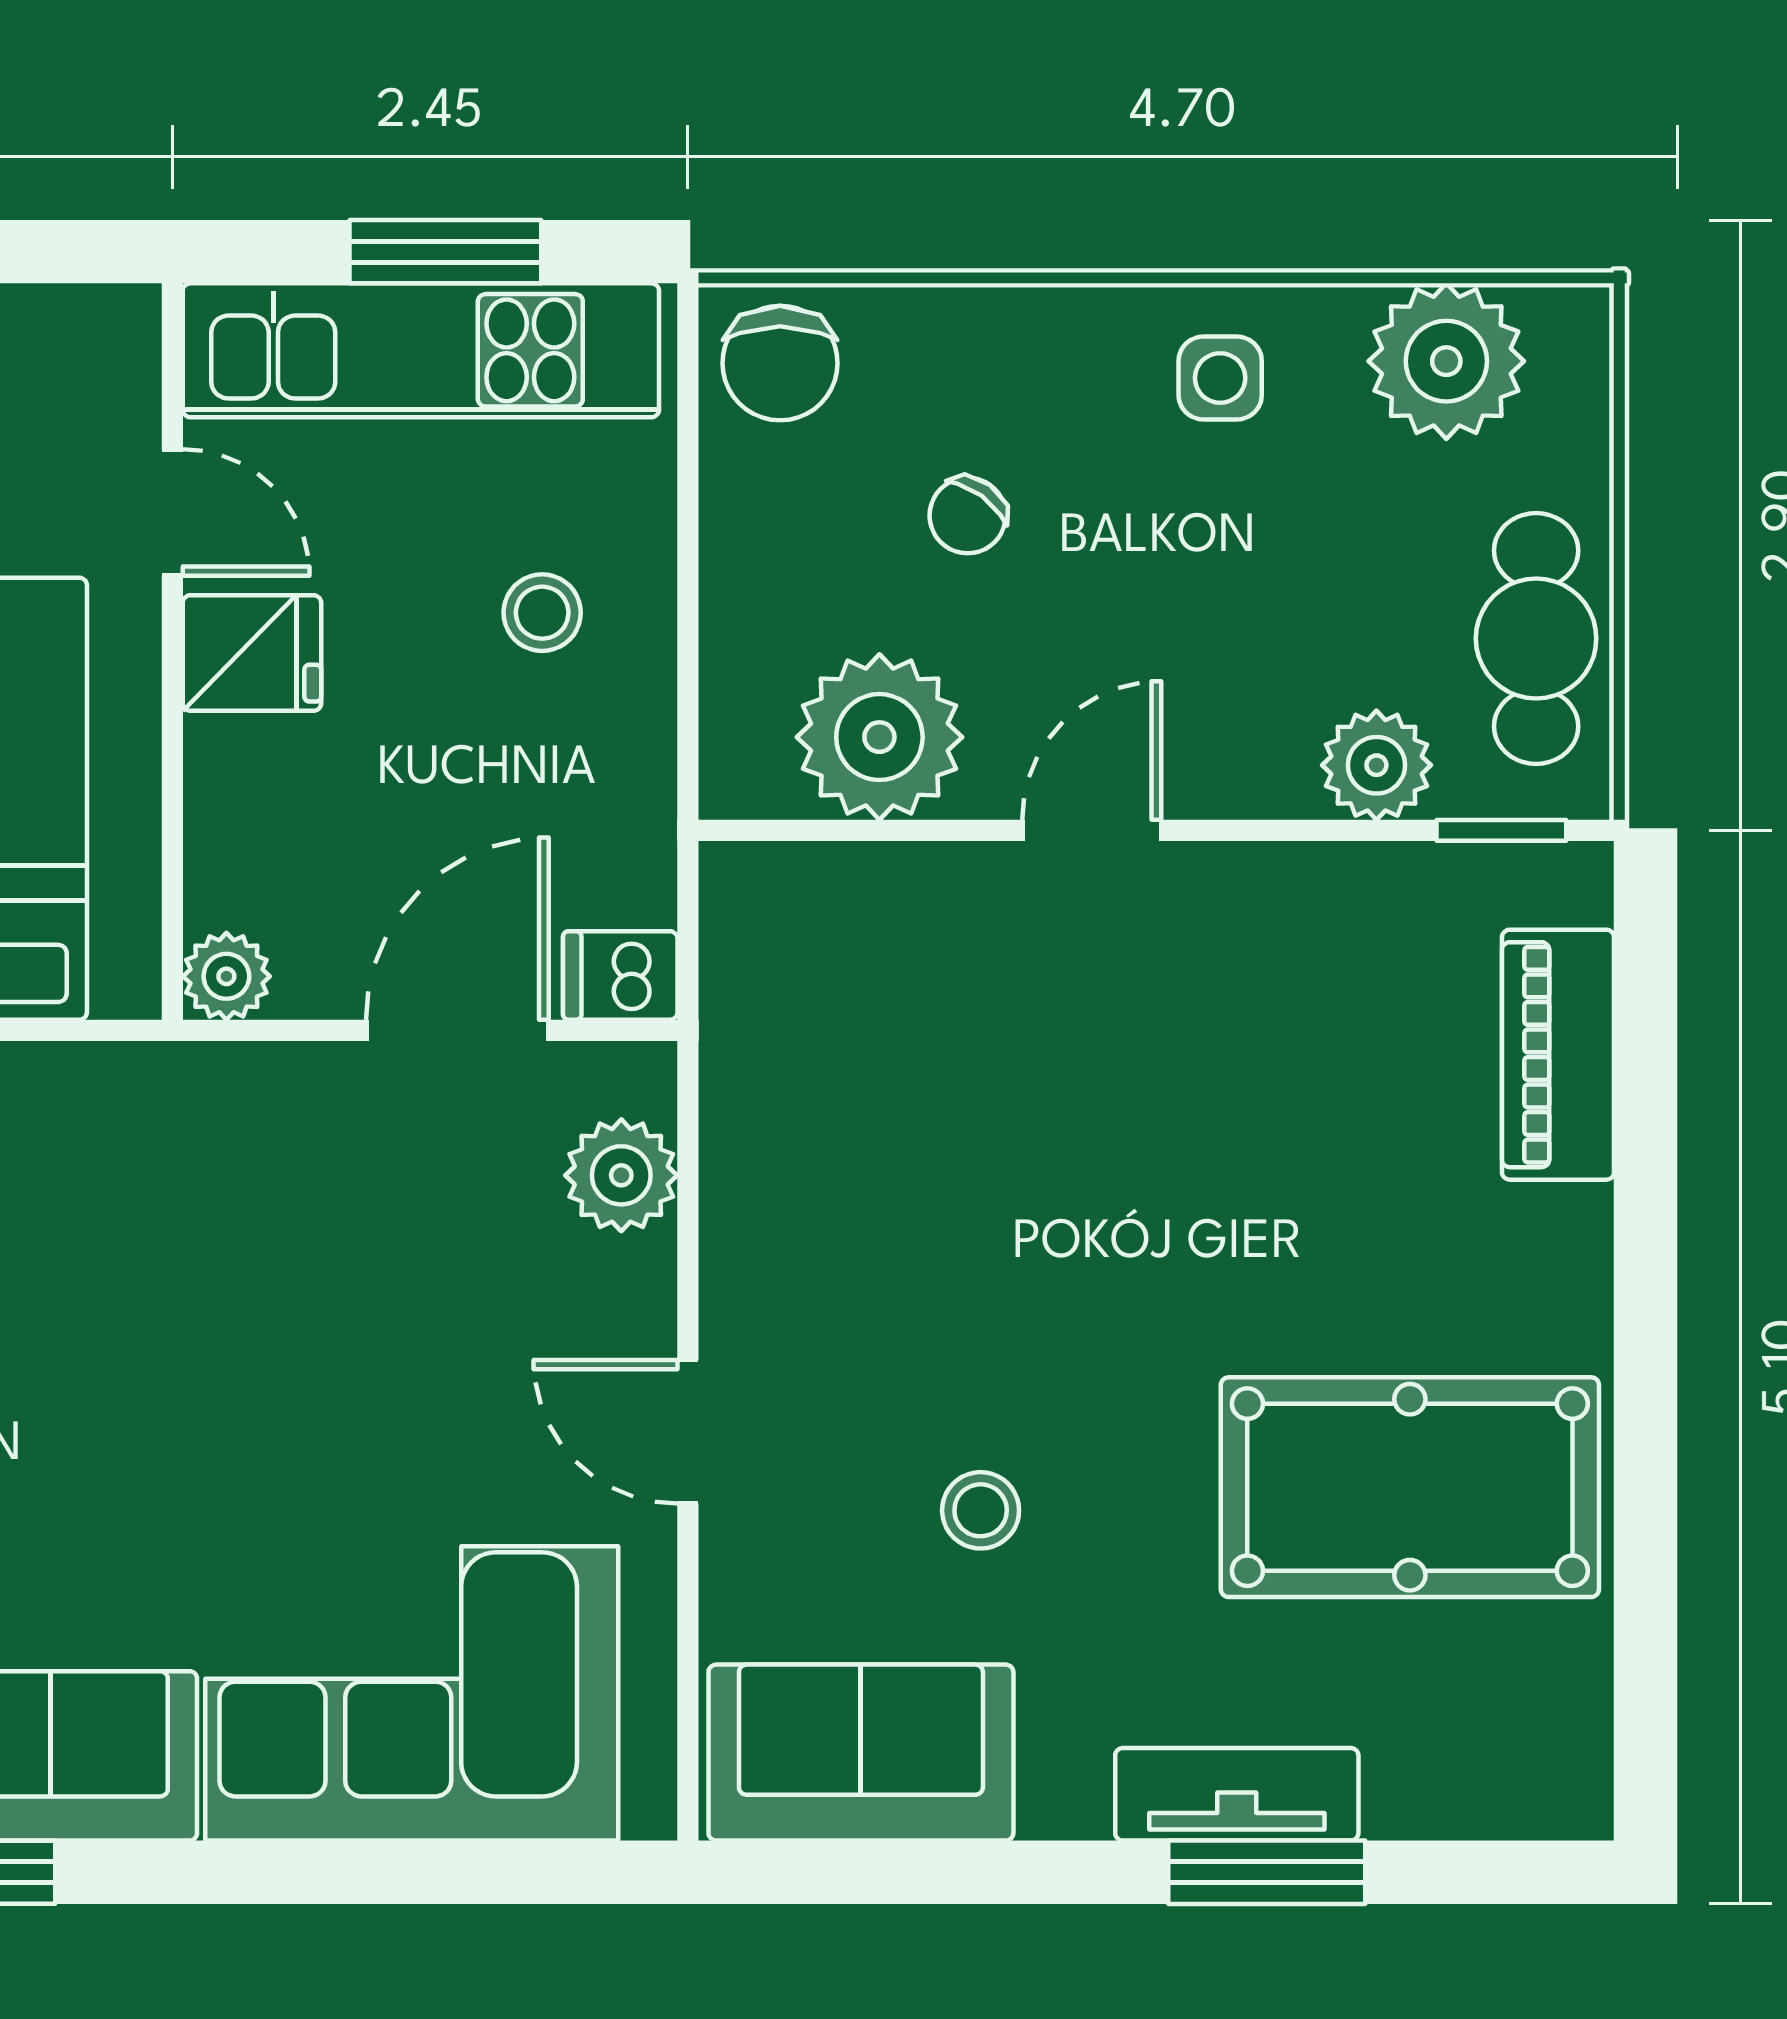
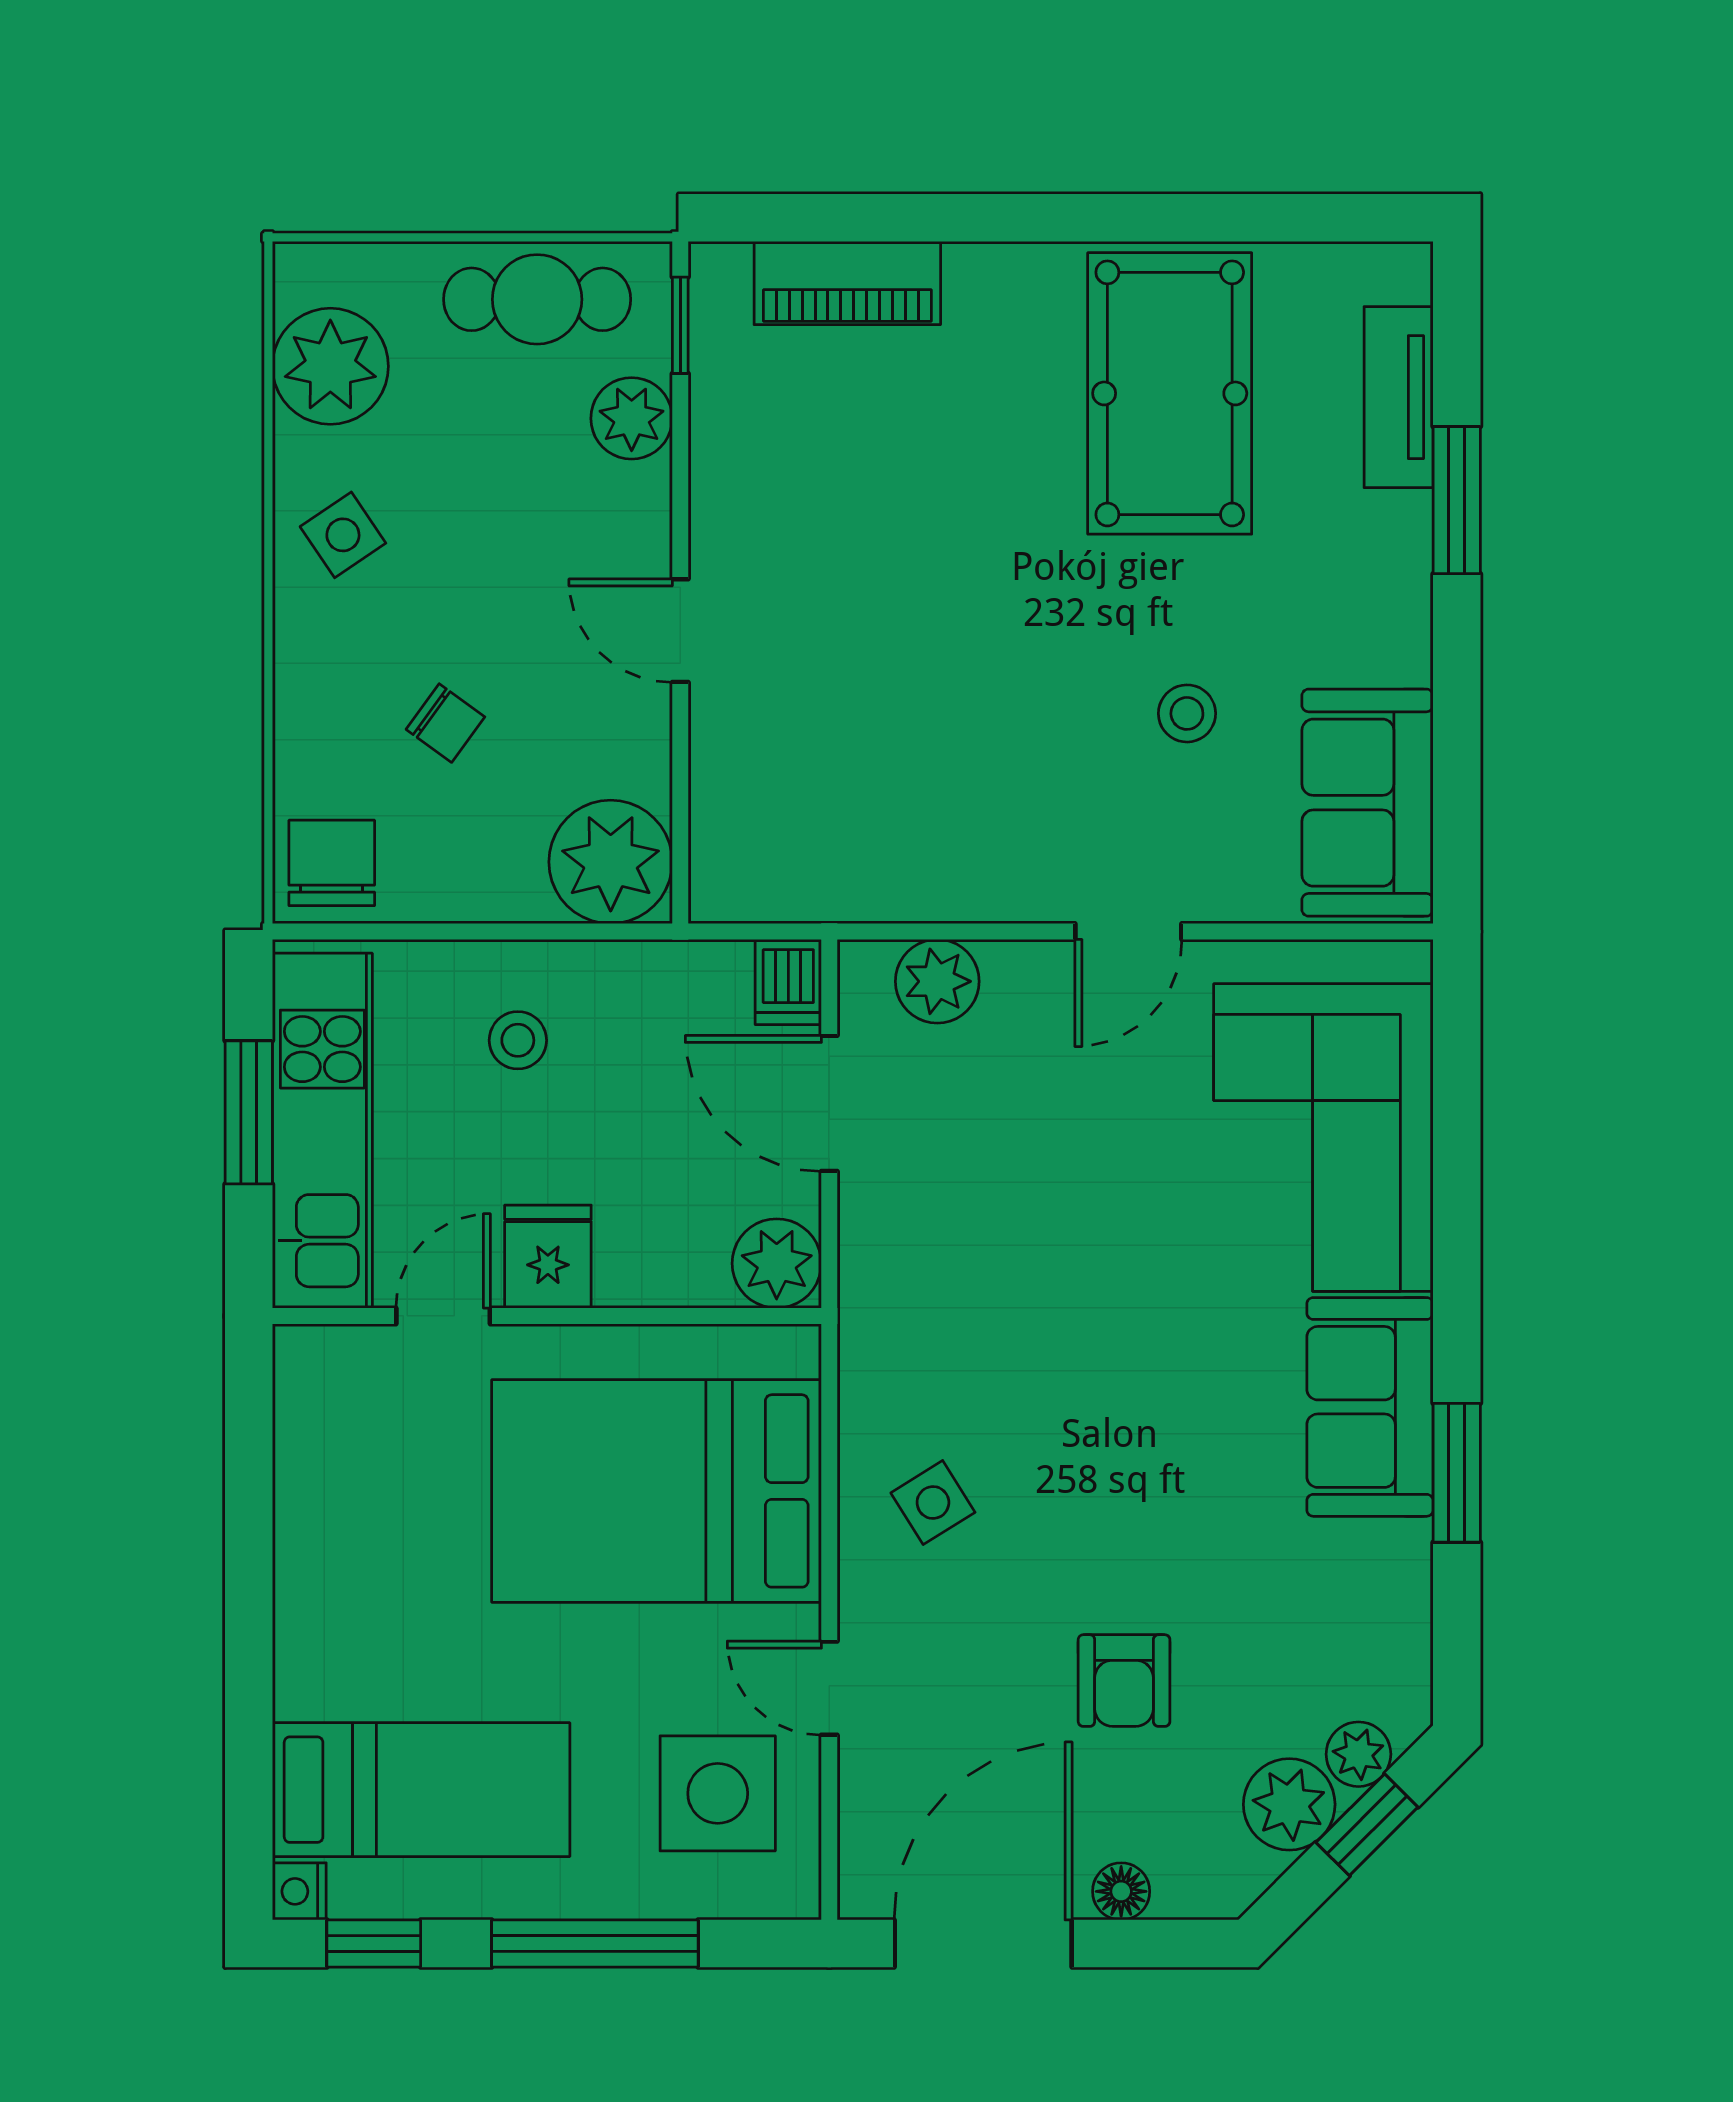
chair: (780, 363) -> (332, 863), turned -90
side table: (1220, 378) -> (343, 535), turned -34
plant: (879, 737) -> (611, 862), moved
plant: (226, 976) -> (777, 1263), width x1.38, depth x1.38
tv unit: (1237, 1794) -> (1399, 397), moved

